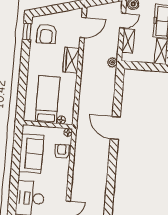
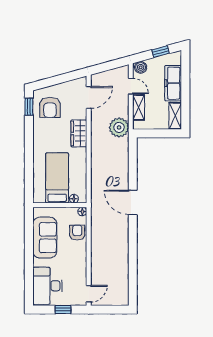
door: (123, 21) -> (131, 86), hinge flipped
plant: (112, 62) -> (119, 127), width x1.88, depth x1.88

